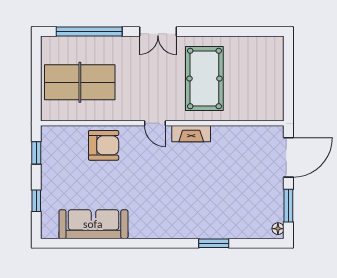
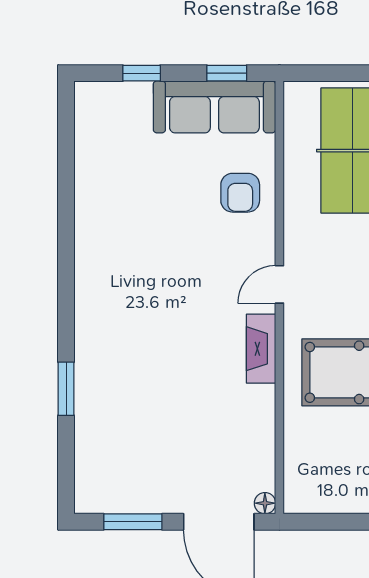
armchair: (104, 145) -> (240, 193), width x0.72, depth x0.72
sofa: (93, 224) -> (214, 107), moved, turned 90
floor lamp: (278, 229) -> (265, 503), moved

